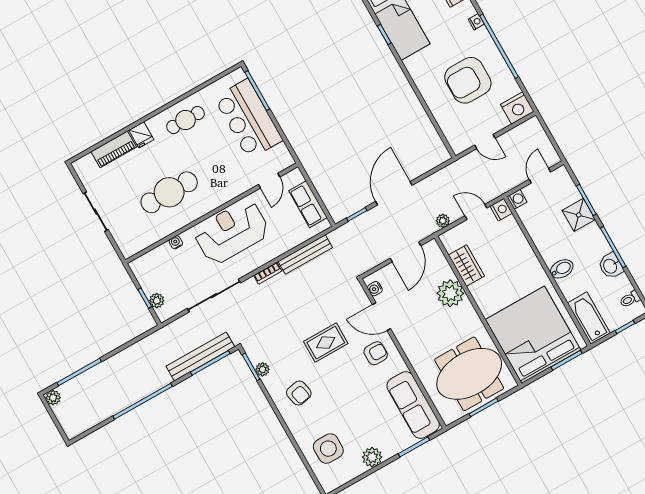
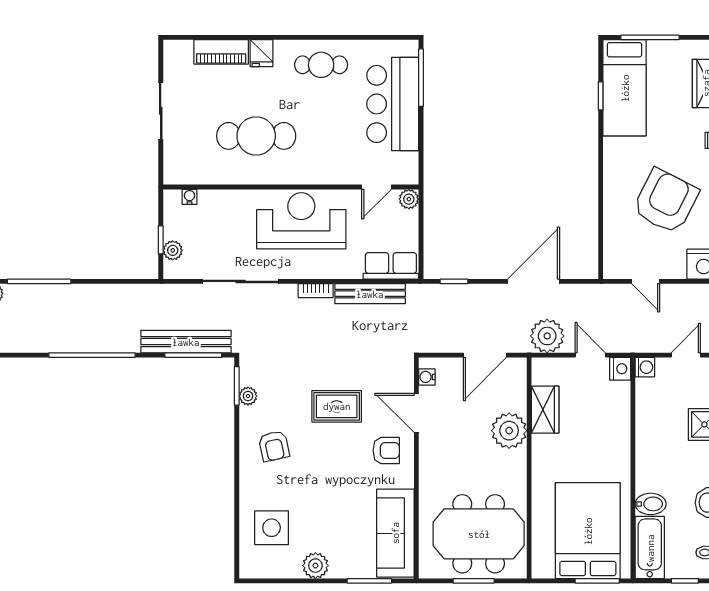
armchair: (468, 80) -> (666, 201), turned 117
plant: (295, 177) -> (409, 199), added
door: (394, 193) -> (534, 281), moved
row of seats: (308, 204) -> (391, 266), moved, turned 90
plant: (443, 221) -> (547, 336), width x1.88, depth x1.88
water cooler: (176, 242) -> (189, 197), moved
bidet: (562, 269) -> (651, 504), moved
bed: (533, 335) -> (588, 531), width x0.73

